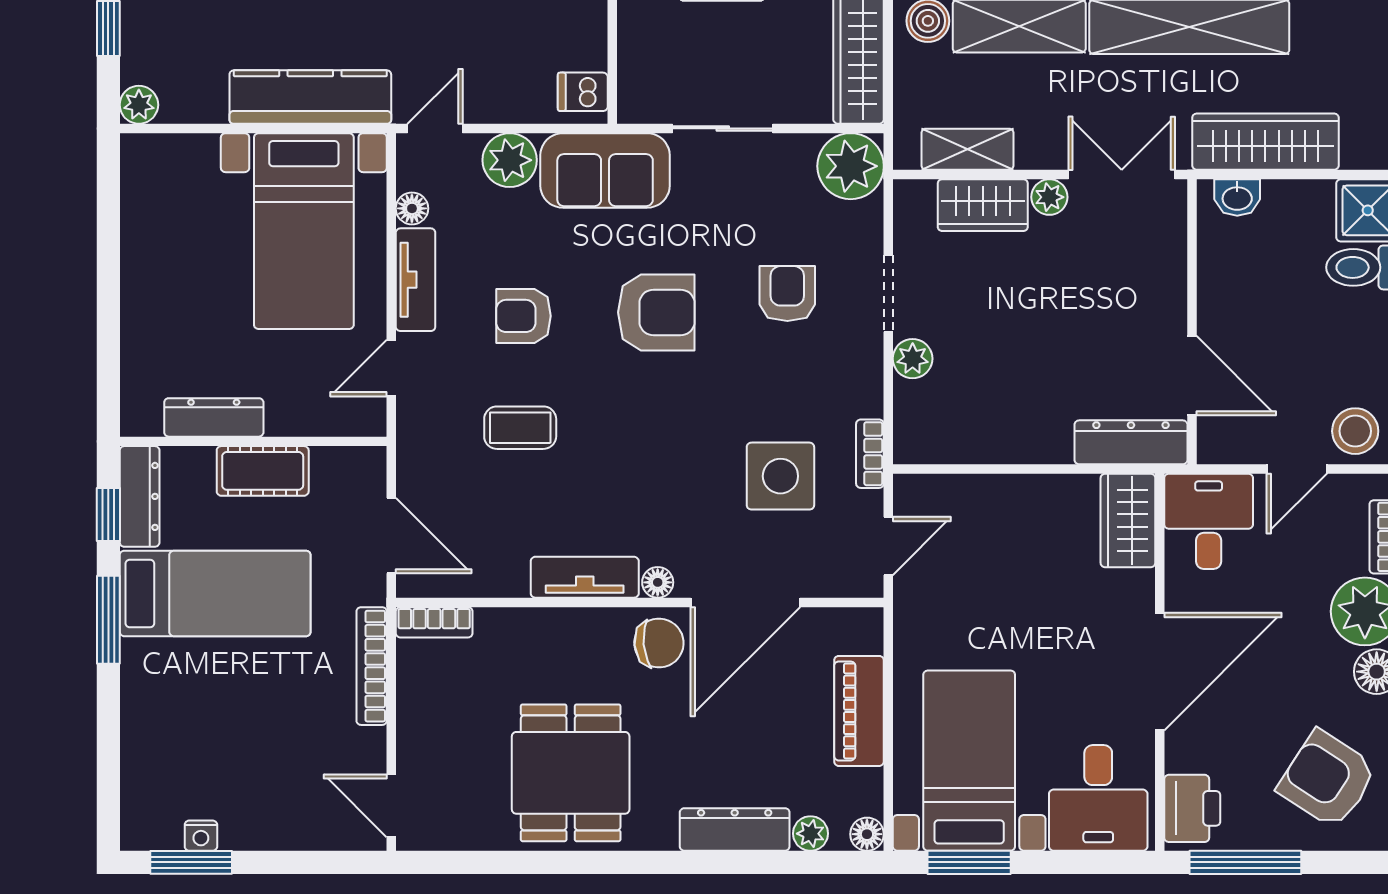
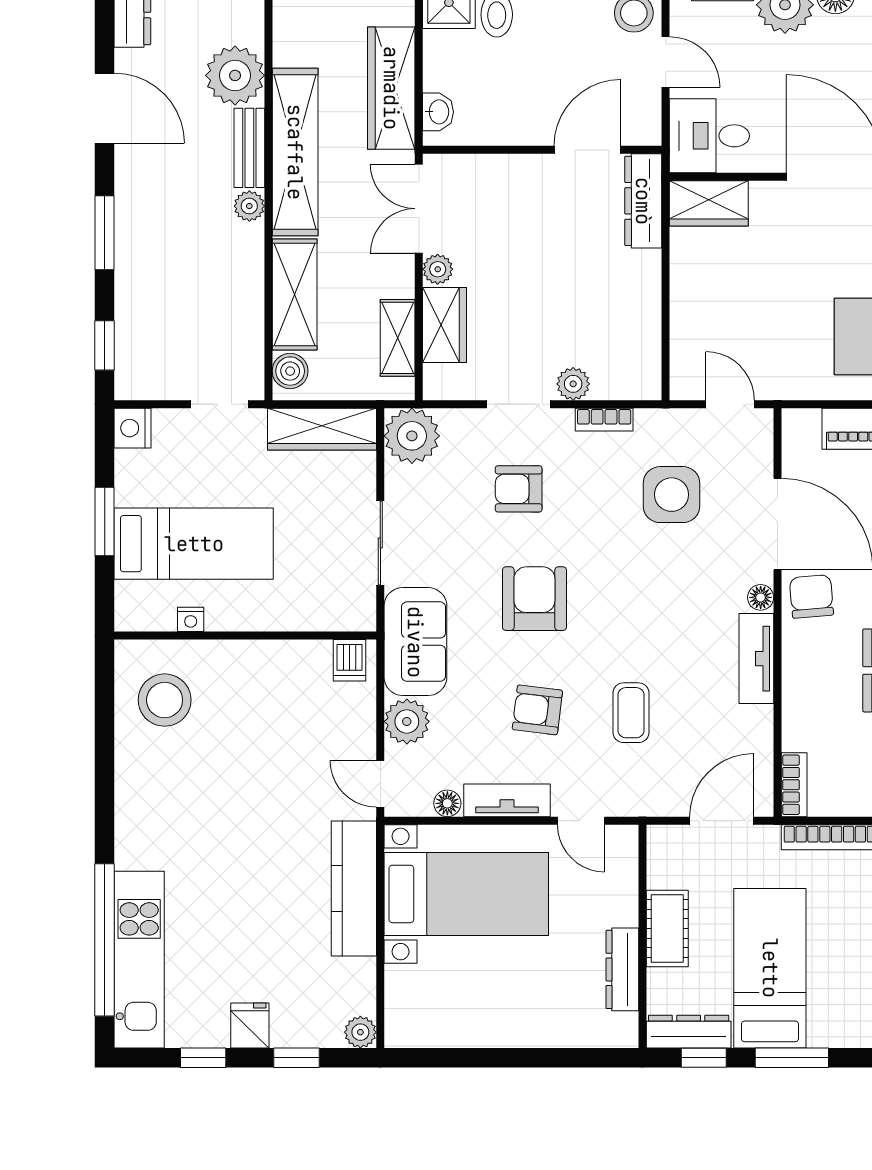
armchair: (523, 316) -> (537, 710), turned 97
bookcase: (870, 454) -> (604, 420), moved

